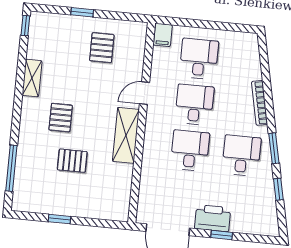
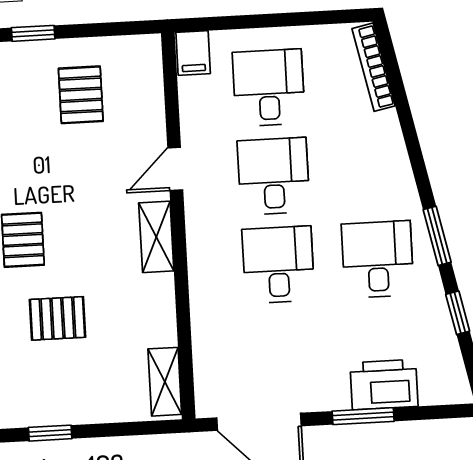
bookcase: (260, 103) -> (374, 67), moved
shelving: (126, 135) -> (156, 237), width x0.67, depth x0.75
shelving: (122, 202) -> (165, 382), added
printer: (213, 218) -> (384, 385), moved
window: (222, 235) -> (363, 416), width x1.50

